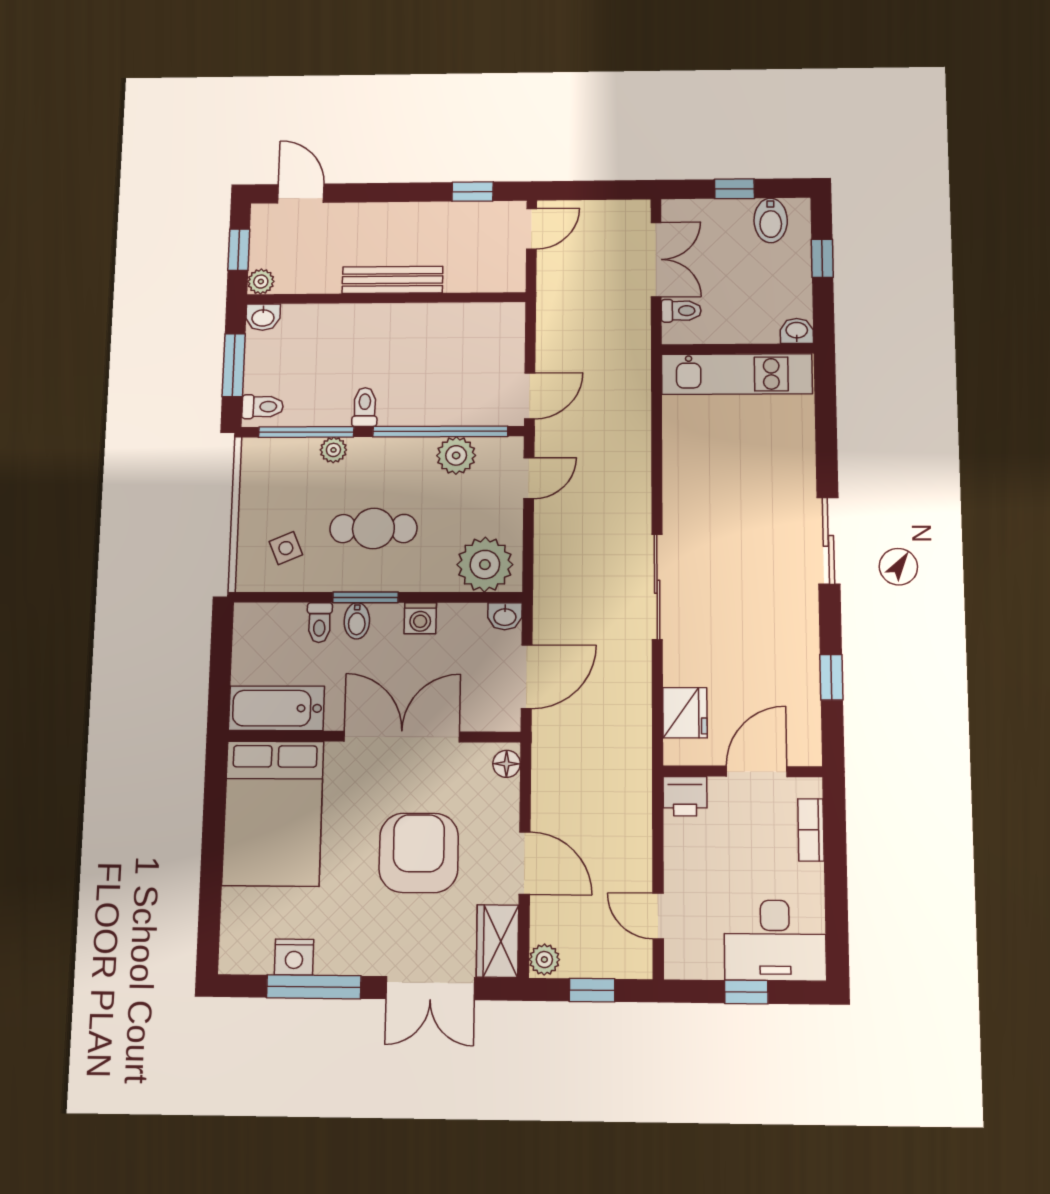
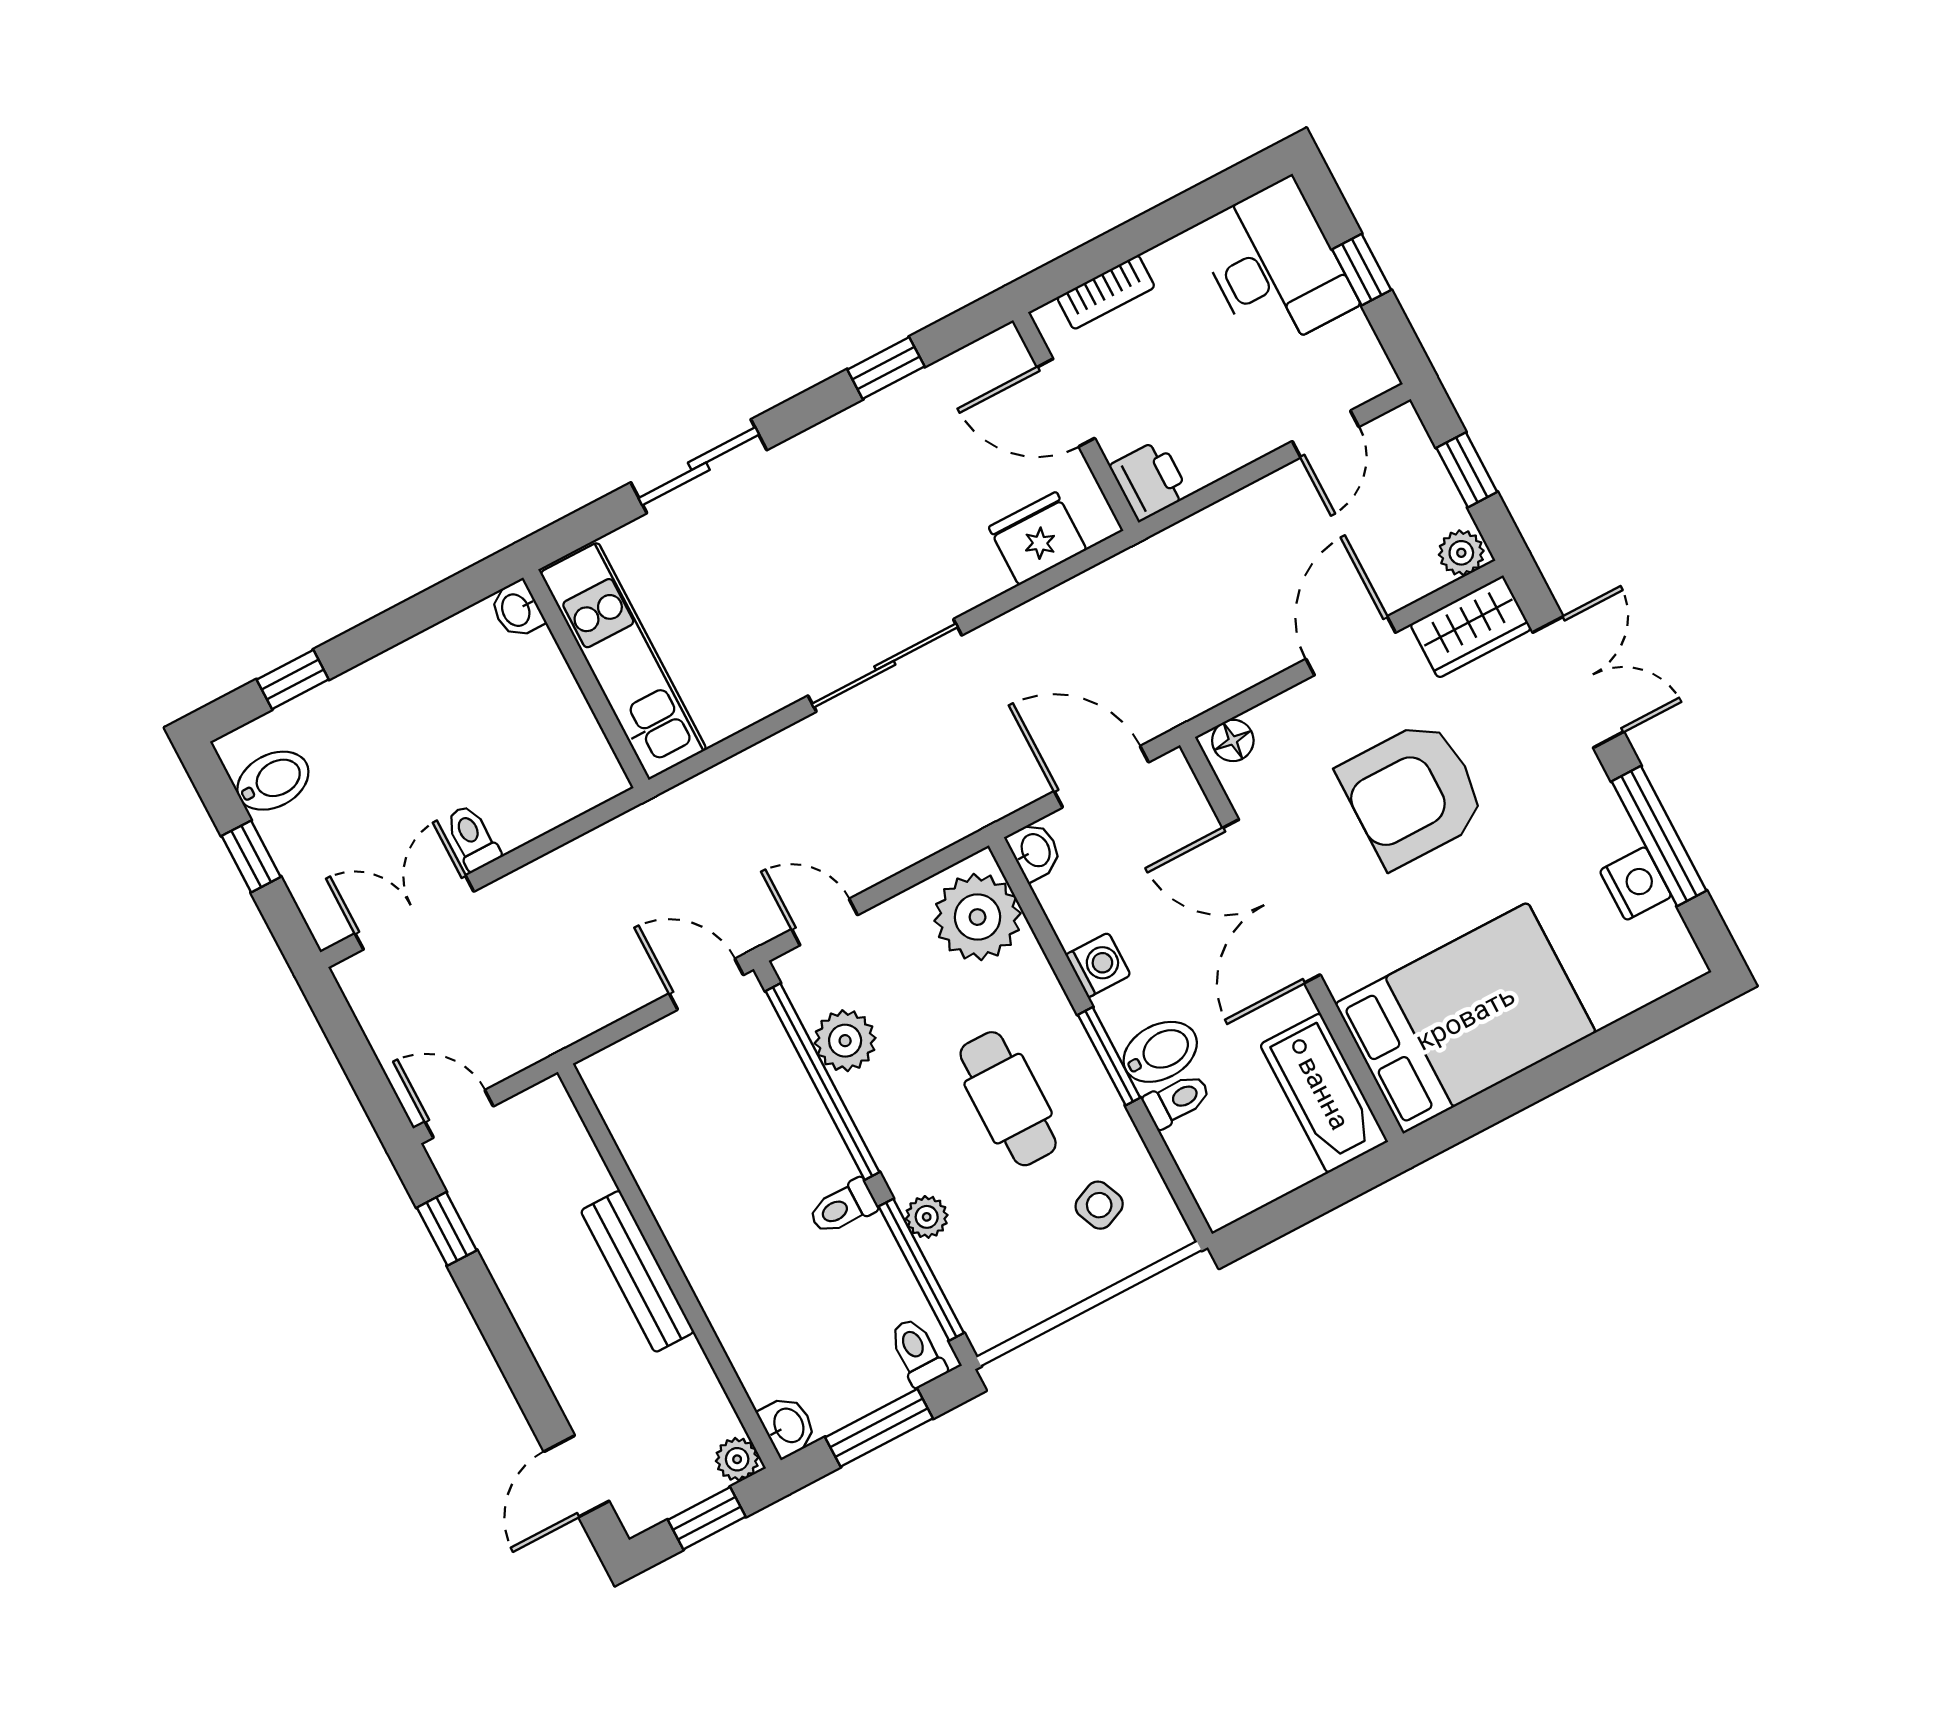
washbasin: (797, 331) -> (517, 610), moved
wall: (737, 349) -> (586, 679), moved
kitchen unit: (737, 374) -> (623, 661), moved
bidet: (357, 621) -> (1160, 1052), width x1.38, depth x1.36

